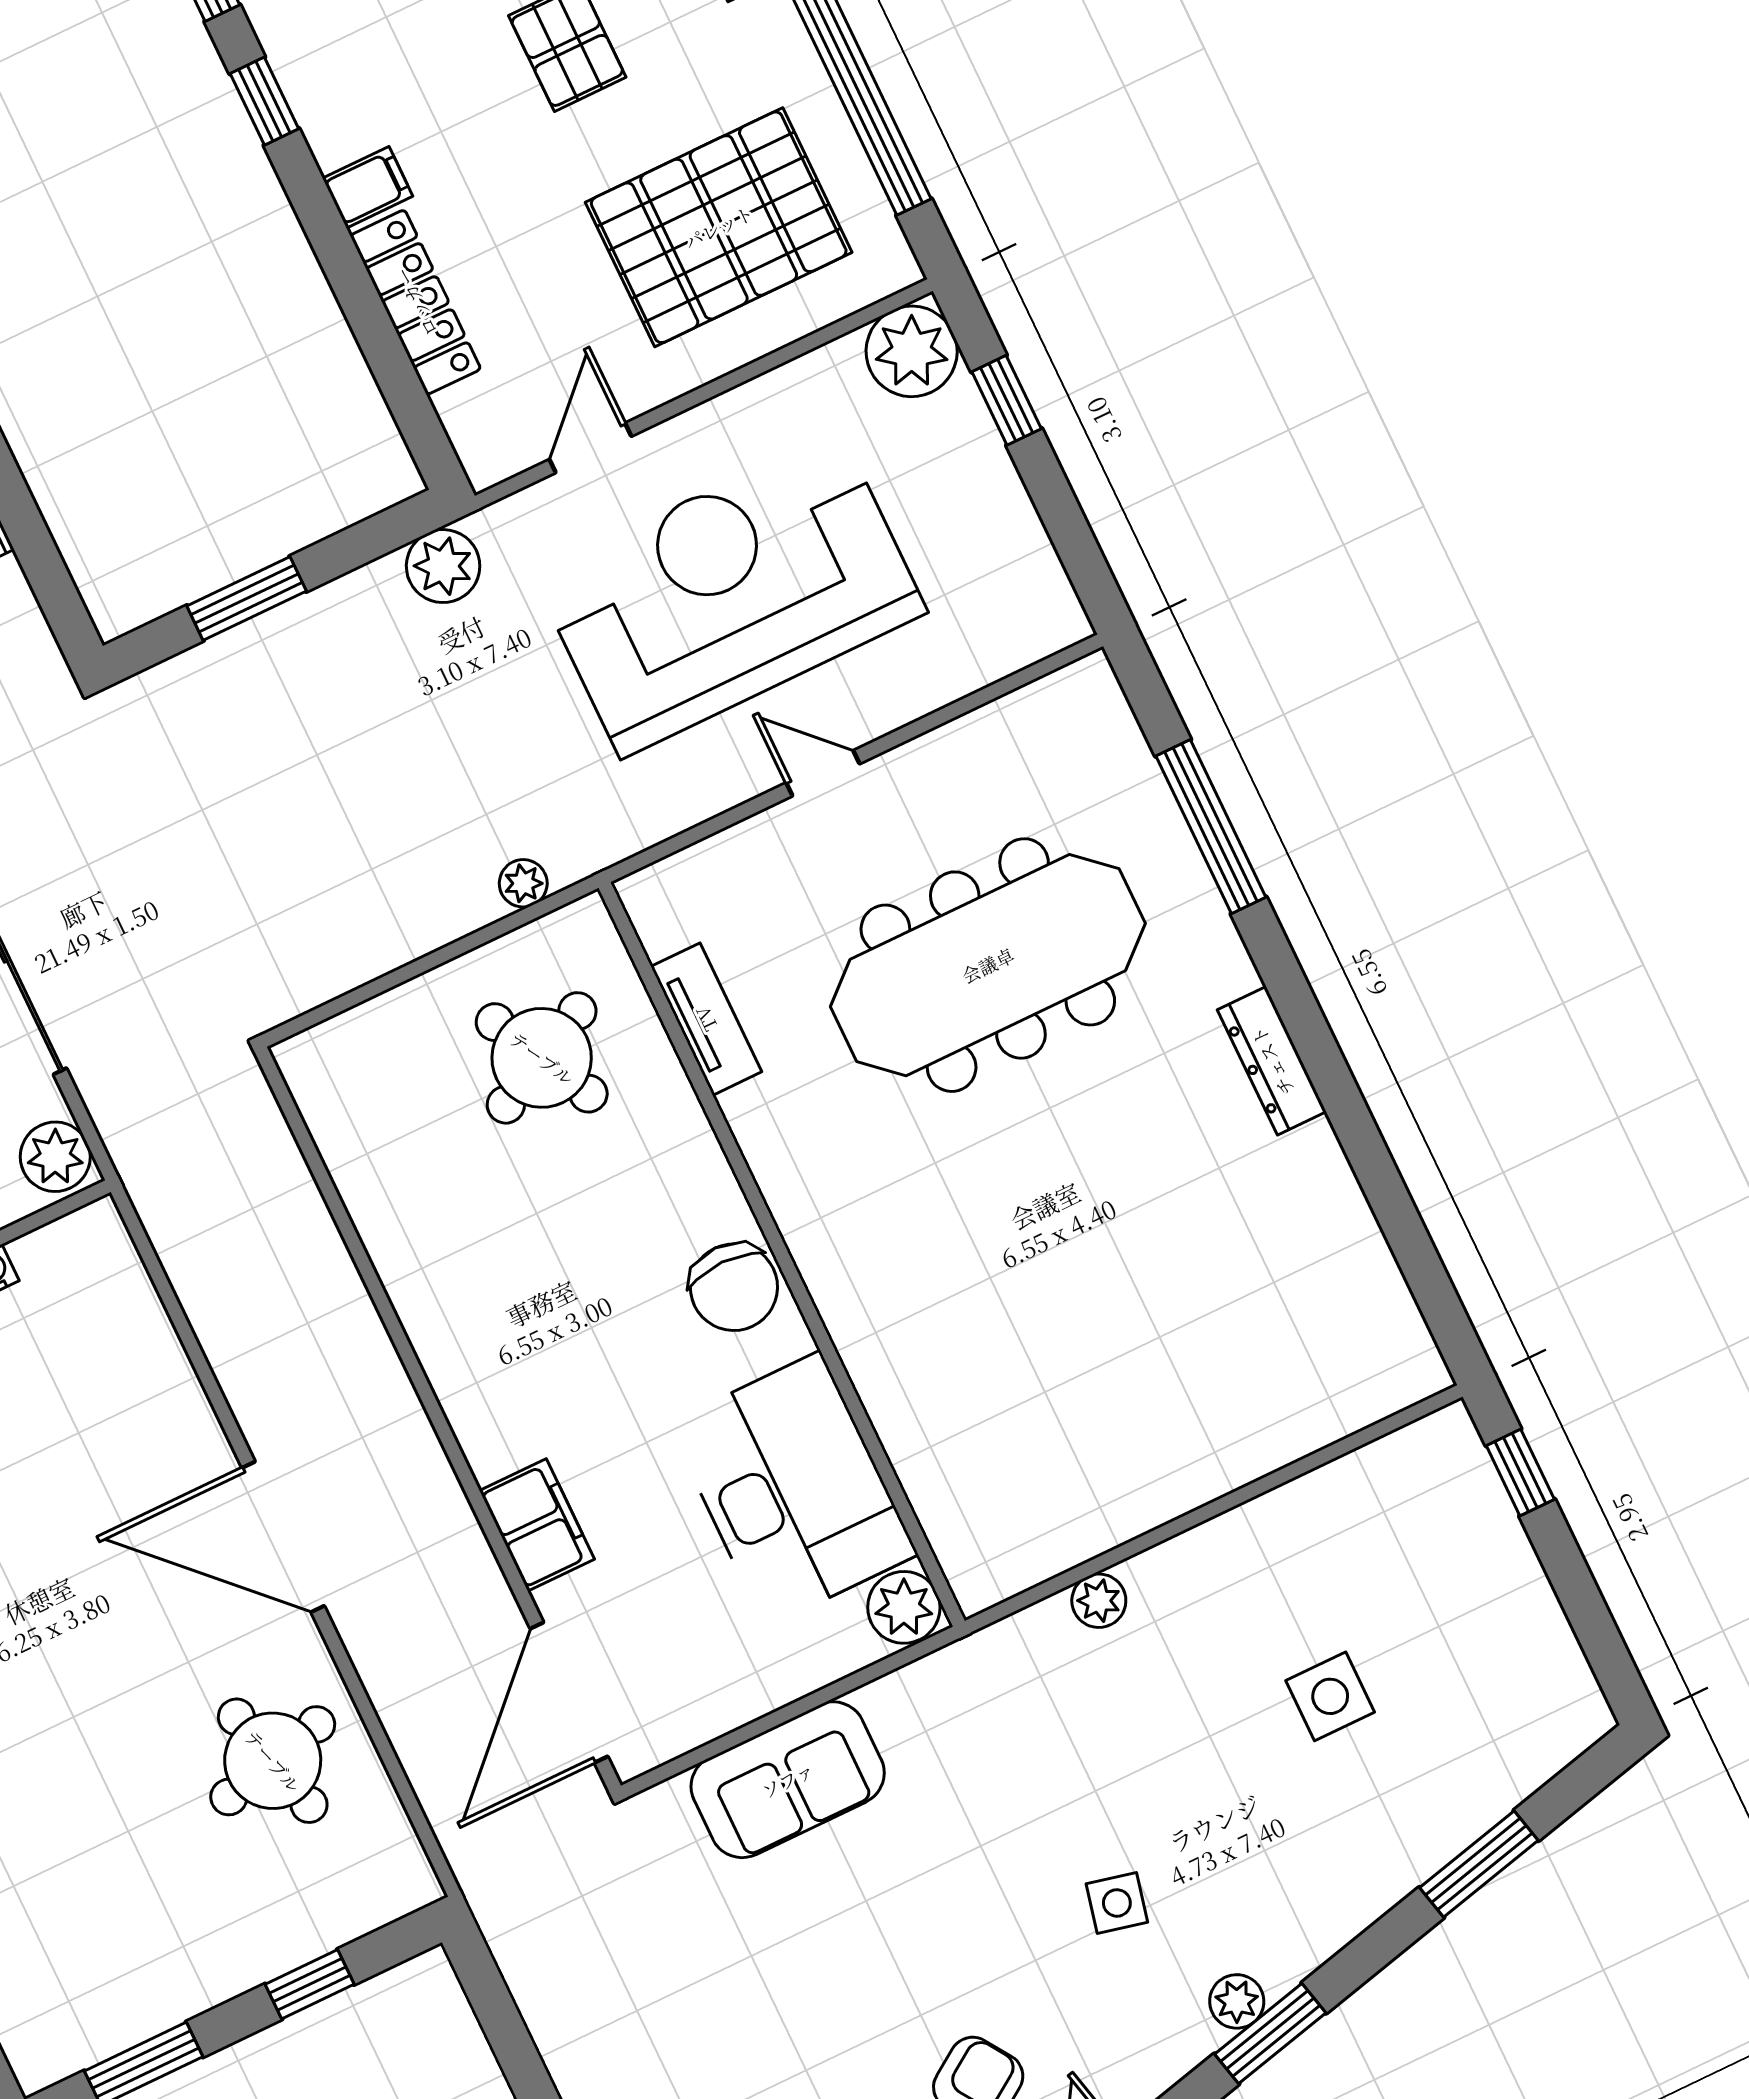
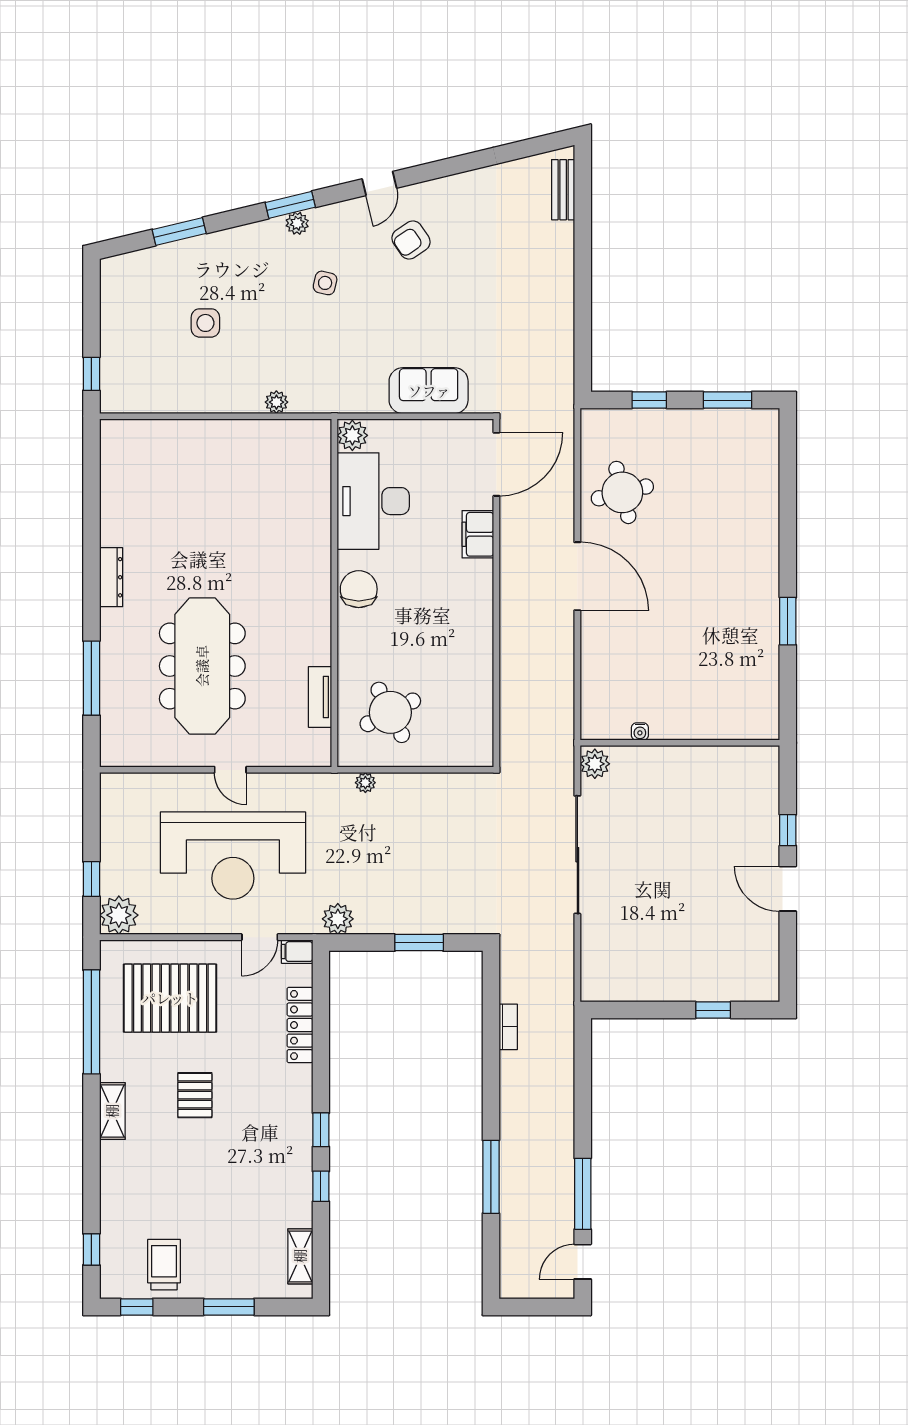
filing cabinet: (368, 187) -> (297, 952), moved
meeting table: (988, 965) -> (202, 666), turned 90

